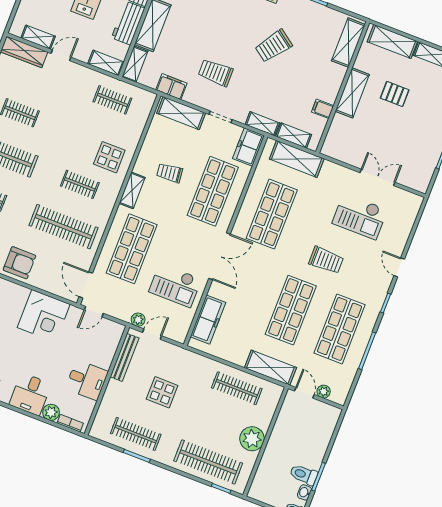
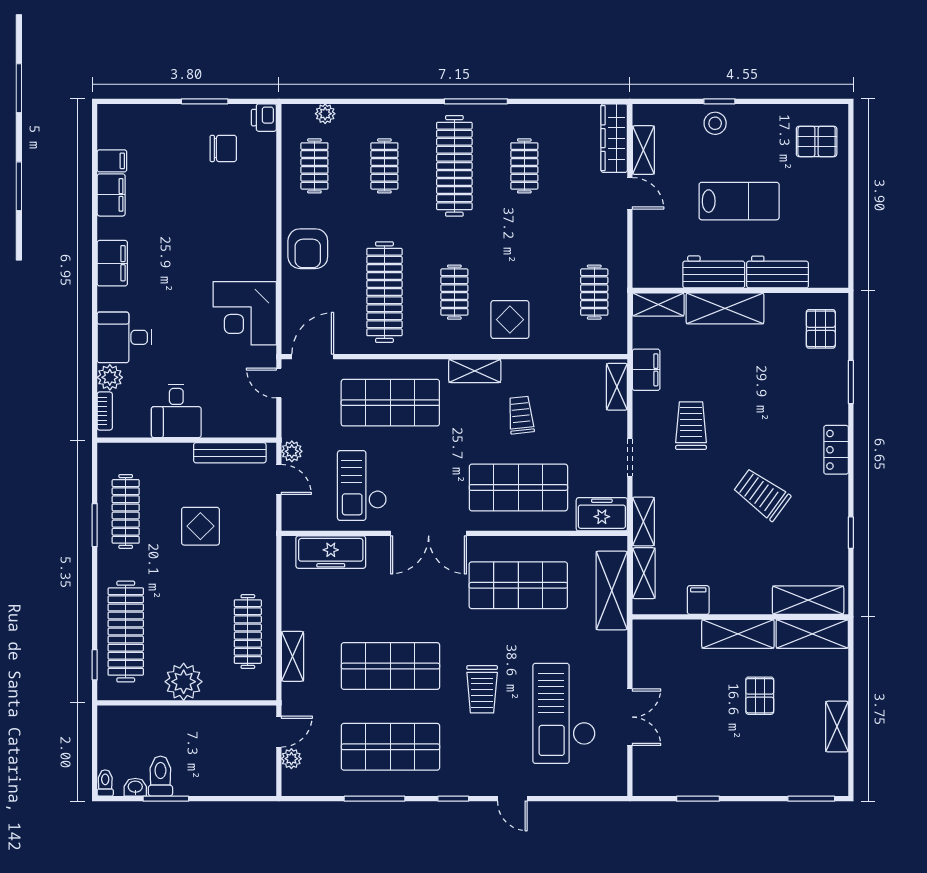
shelving: (392, 42) -> (812, 634), moved, turned 90
shelving: (106, 63) -> (644, 262), removed
shelving: (181, 113) -> (617, 387), width x0.67, depth x0.75
checkout: (360, 216) -> (564, 713), width x1.36, depth x1.21
door: (399, 267) -> (512, 799), swing flipped
shelving: (270, 368) -> (292, 656), width x0.67, depth x0.75

